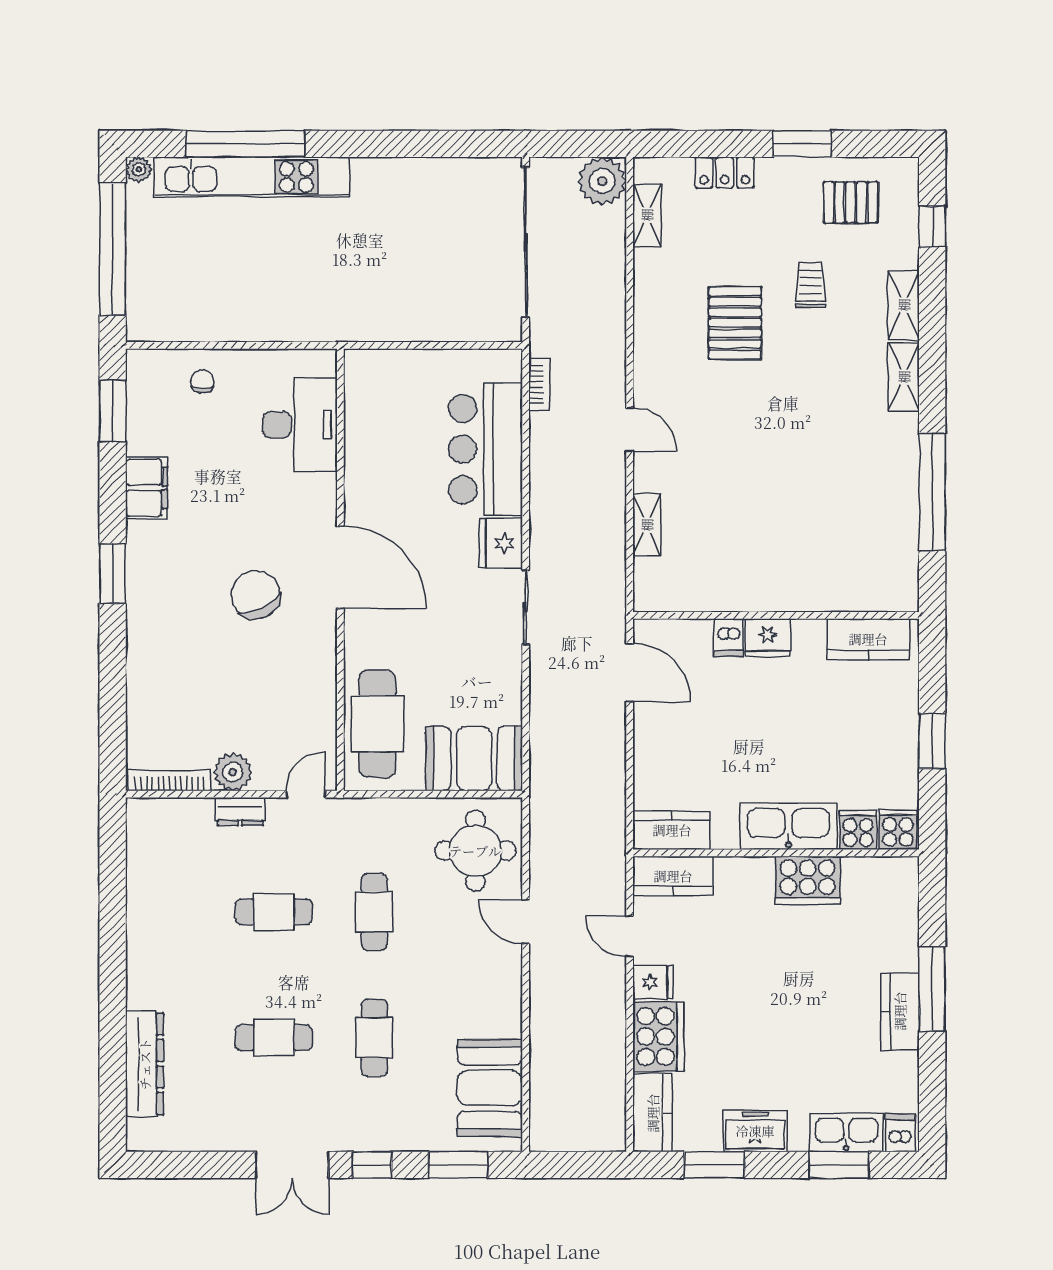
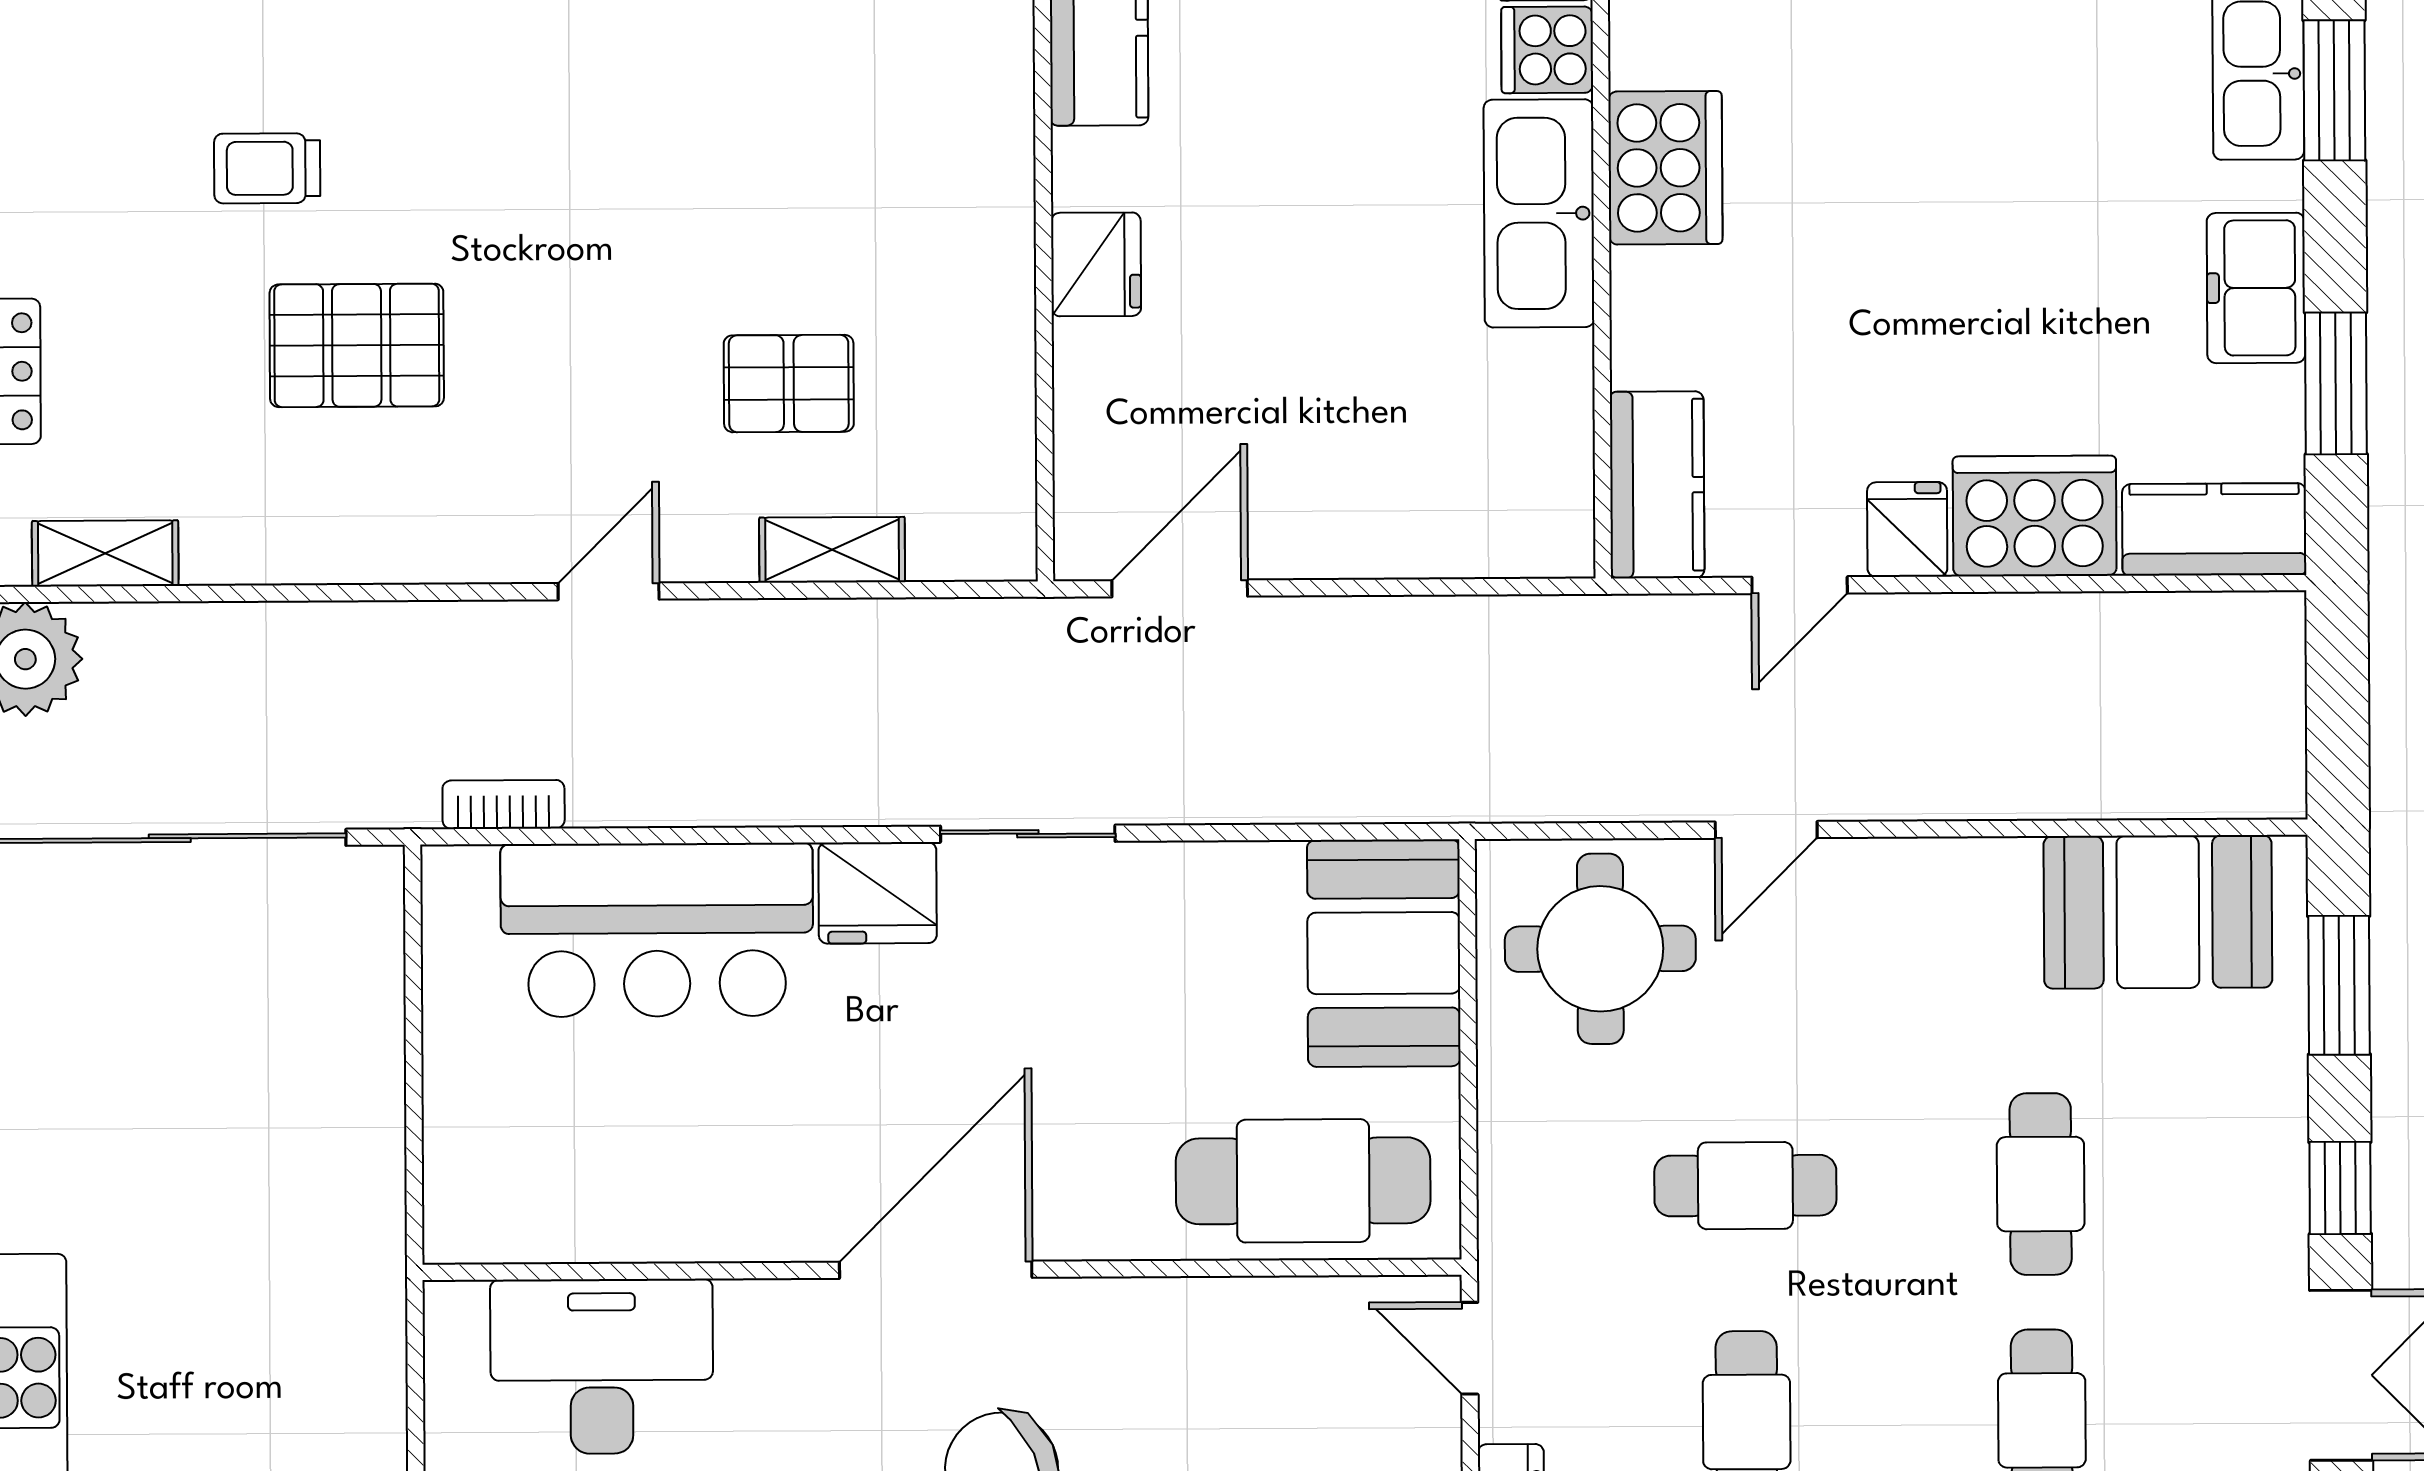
pallet: (851, 203) -> (789, 384), moved, turned 90
dishwasher: (728, 637) -> (1096, 357), removed
kitchen counter: (672, 830) -> (1550, 488), removed
cafe table: (374, 1038) -> (2041, 1184), turned 90

